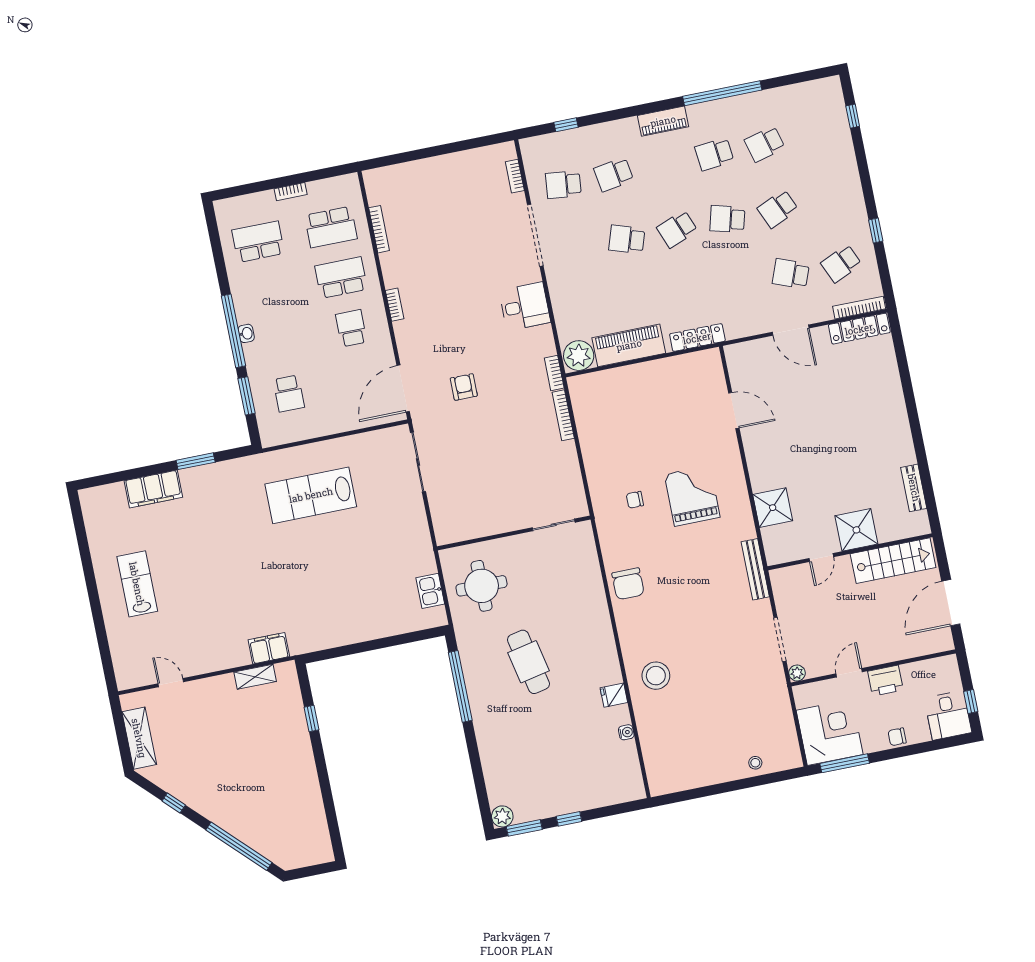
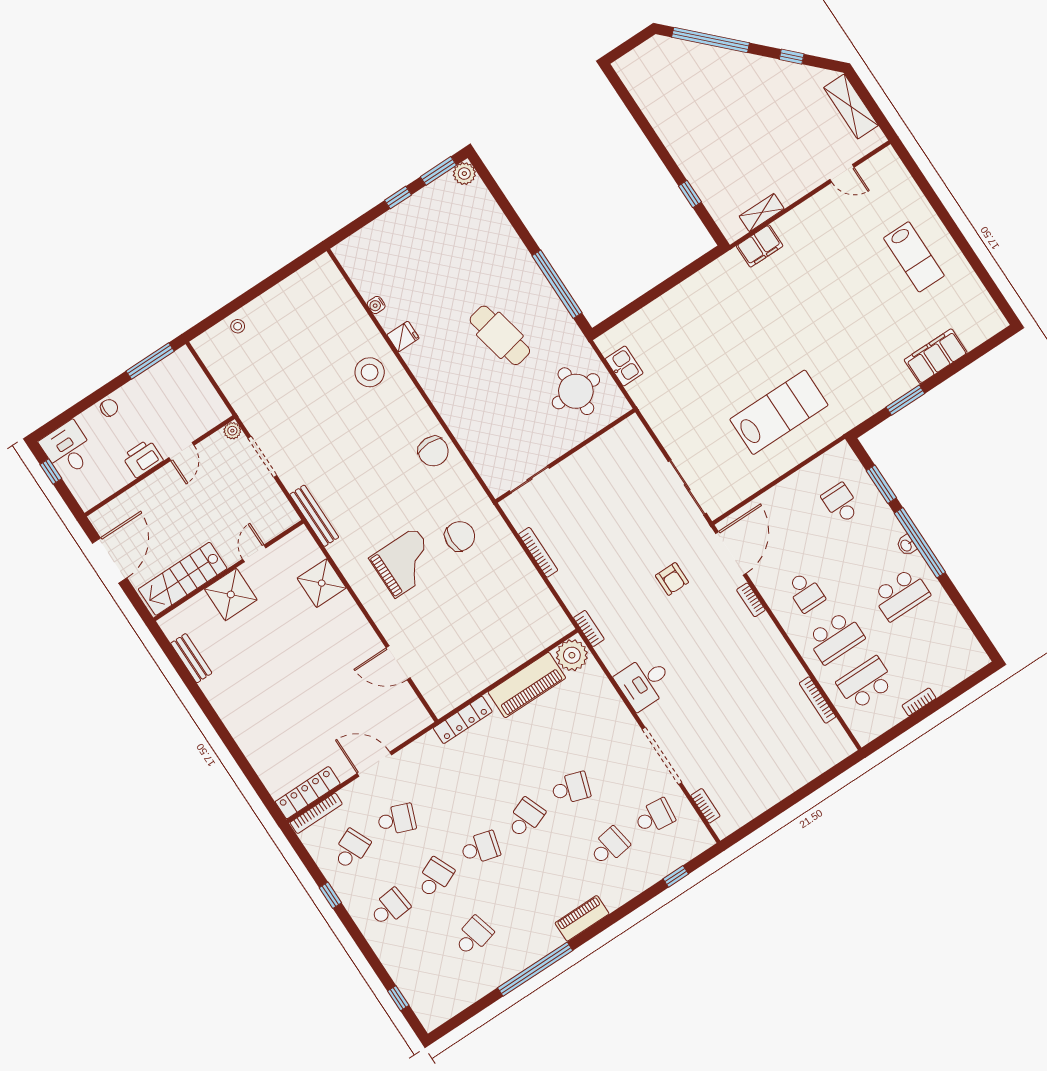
school desk: (714, 154) -> (390, 908), moved
school desk: (258, 242) -> (901, 594), moved
bookcase: (395, 305) -> (751, 600), moved
bookcase: (563, 415) -> (538, 552), moved
grand piano: (692, 496) -> (405, 563), turned -90
chair: (635, 500) -> (460, 536), width x1.87, depth x1.87
chair: (628, 584) -> (433, 451), turned 180
corner desk: (830, 732) -> (177, 386), removed

